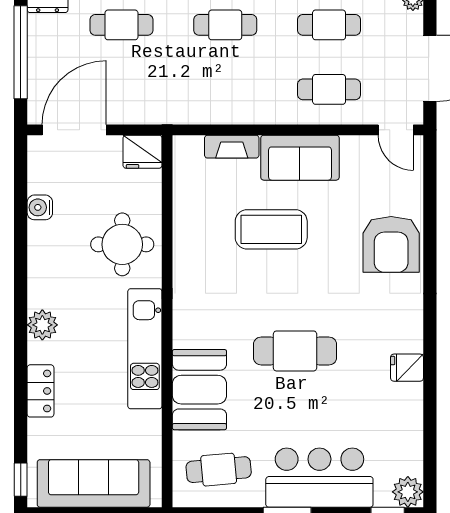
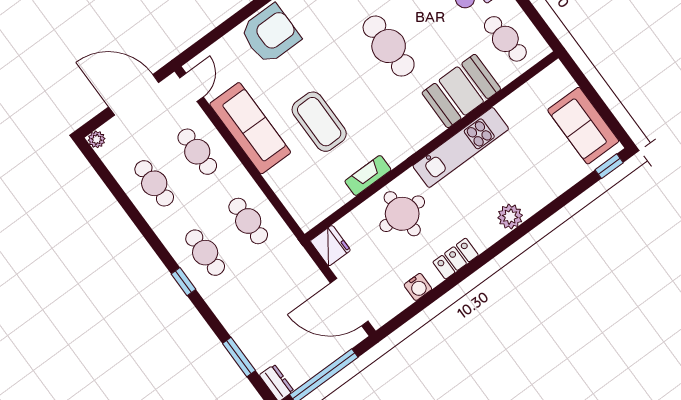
cafe table: (121, 25) -> (248, 221), moved
fireplace: (232, 147) -> (368, 175), moved, turned -90
sofa: (300, 158) -> (250, 128), width x1.36
plant: (42, 325) -> (510, 217), moved
locker: (40, 391) -> (456, 259), moved
sofa: (94, 483) -> (583, 126), width x0.73

